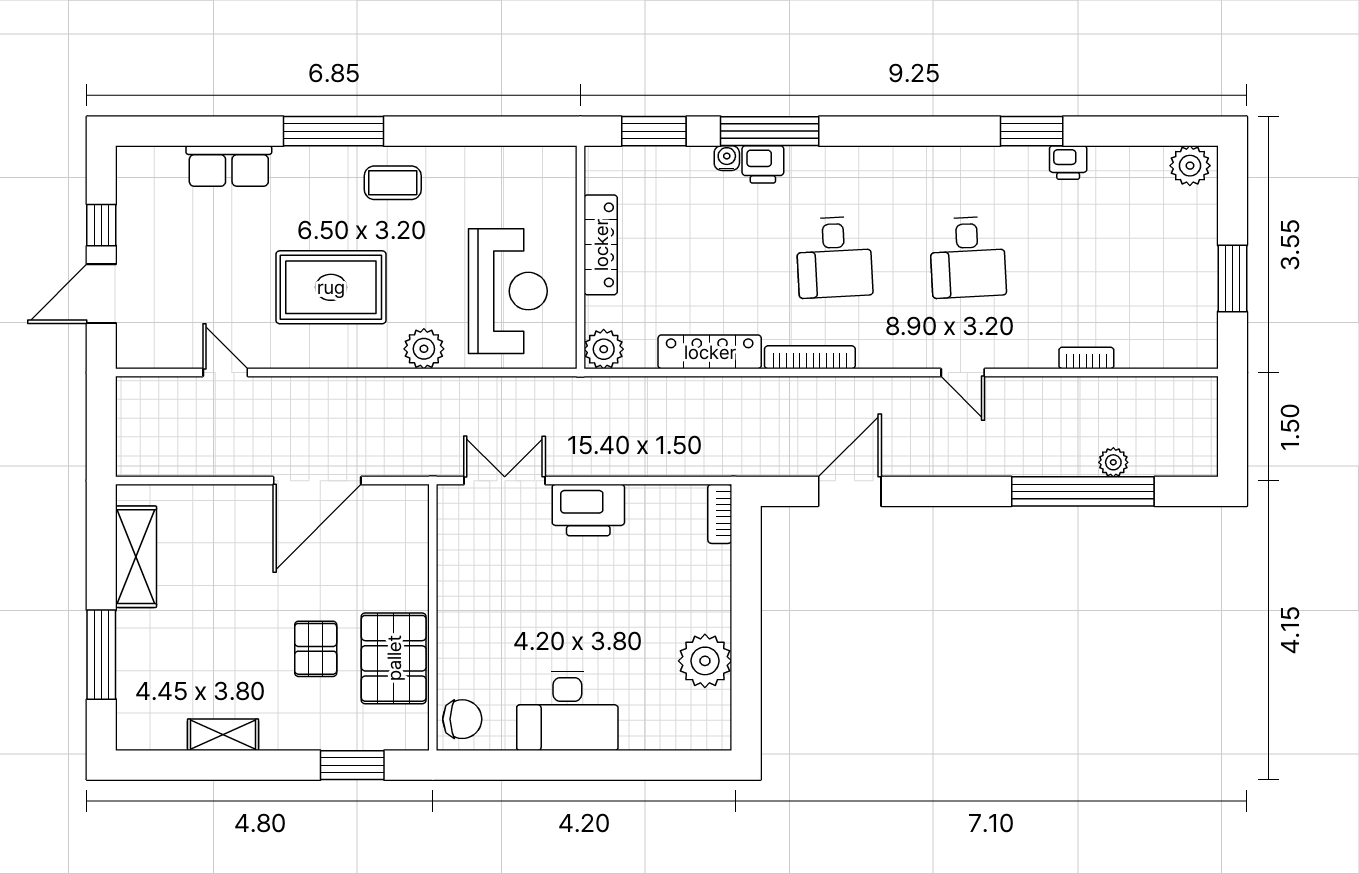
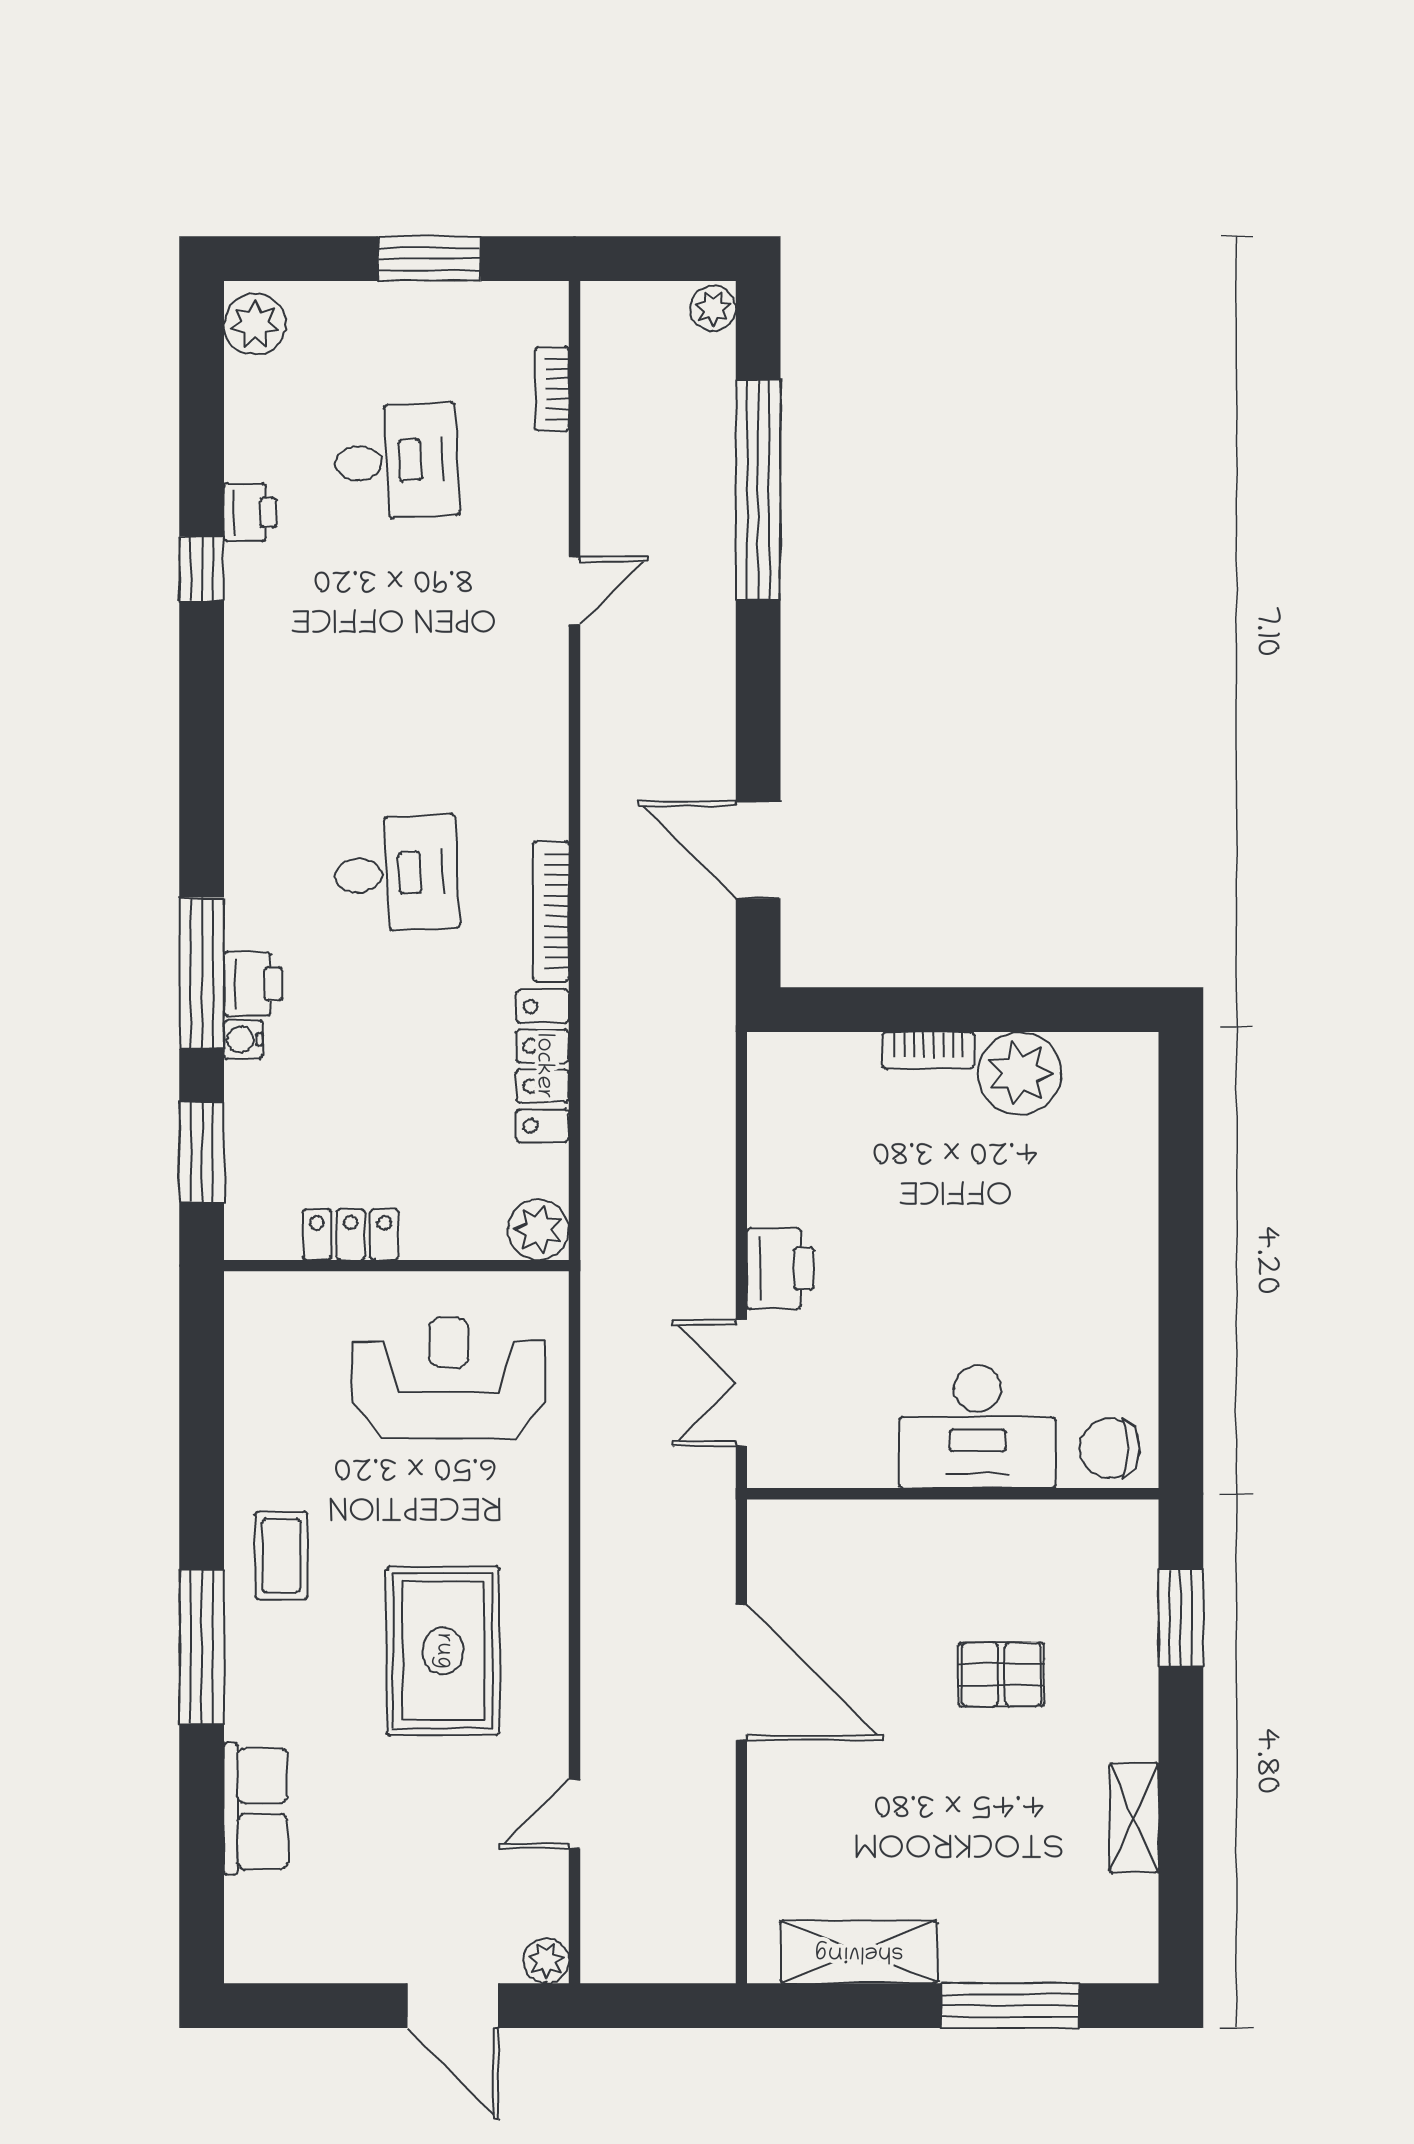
window: (1032, 131) -> (202, 569), width x0.67
window: (101, 225) -> (347, 2006), removed
locker: (601, 245) -> (351, 1234), width x0.66
desk: (968, 257) -> (396, 461), moved
plant: (424, 349) -> (546, 1961), moved, width x0.73, depth x0.73
bookcase: (1086, 358) -> (552, 389), moved
door: (963, 372) -> (574, 590), moved
plant: (1113, 462) -> (713, 308), moved
printer: (588, 510) -> (780, 1269), width x0.73, depth x0.84
bookcase: (720, 514) -> (928, 1050), moved
pallet: (394, 658) -> (1016, 1554), removed
desk: (567, 711) -> (977, 1427), moved, turned 90
chair: (462, 719) -> (1110, 1448), turned -90

